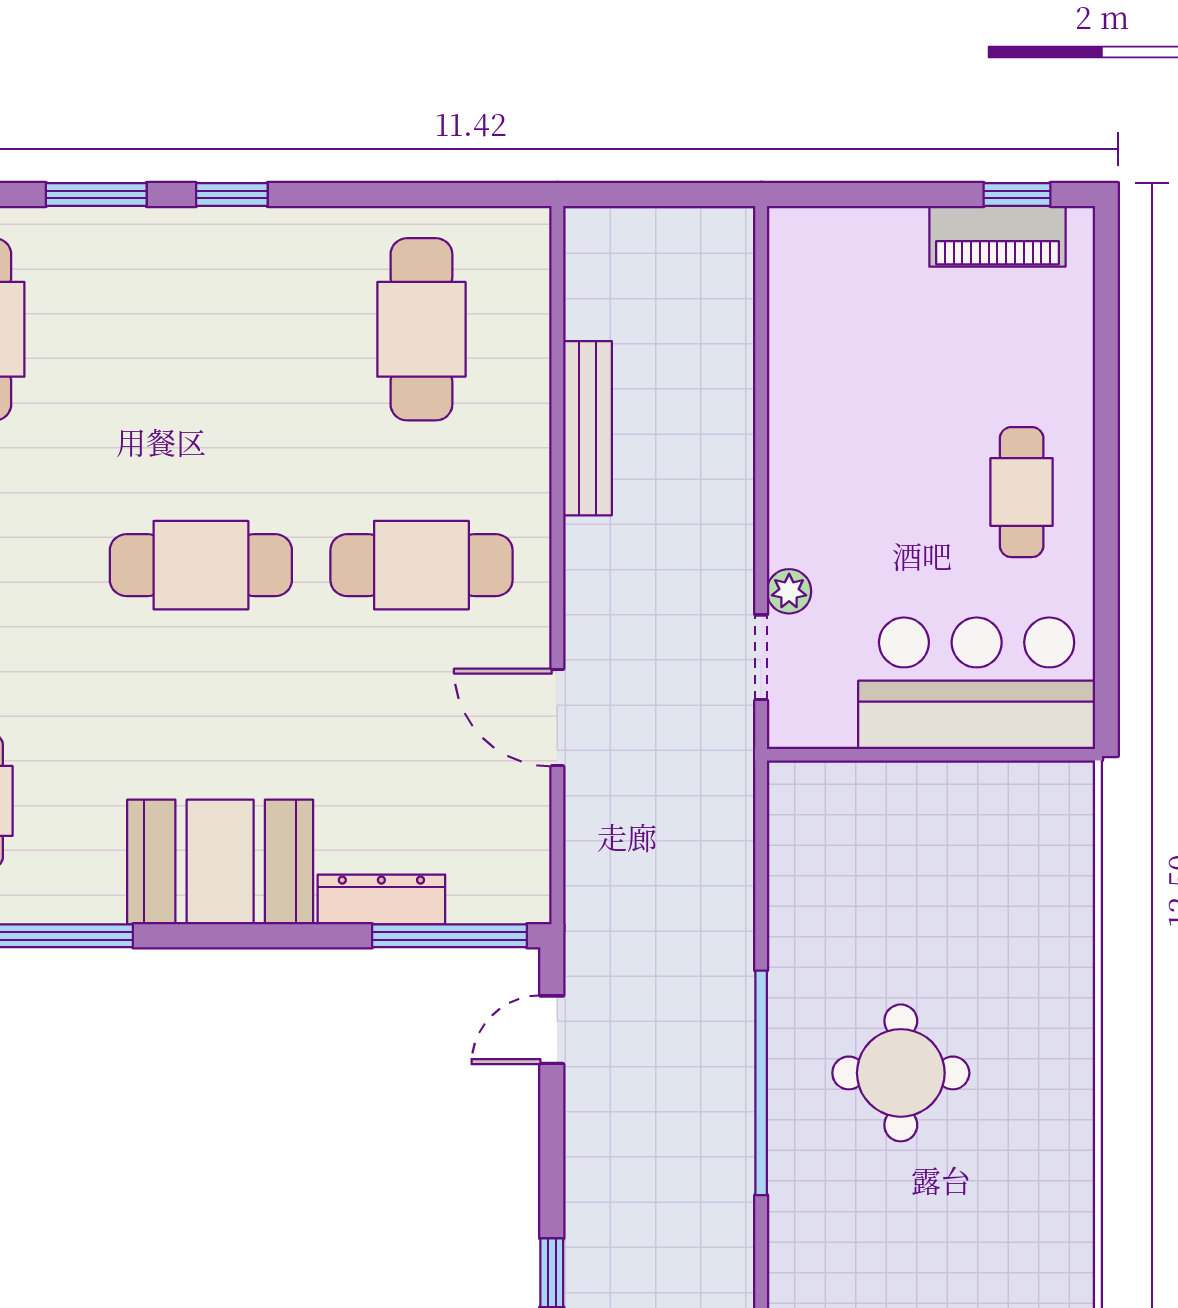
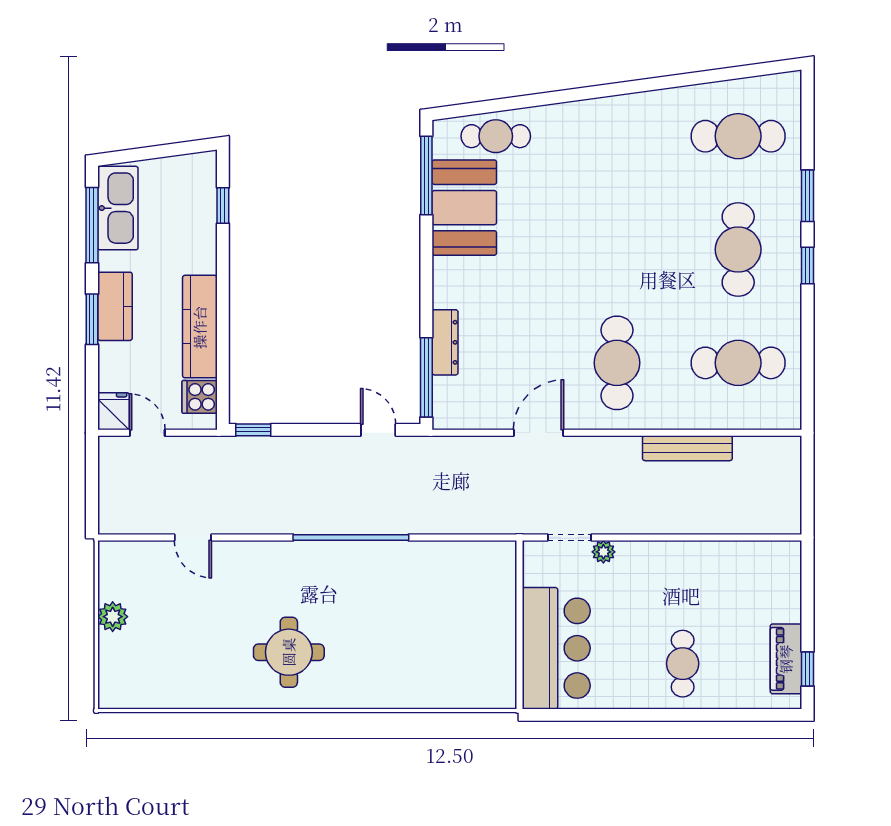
cafe table: (1022, 492) -> (683, 664), moved, turned 90
cafe table: (201, 565) -> (738, 250), moved
booth: (220, 862) -> (464, 208), moved
round table: (901, 1073) -> (289, 652), moved

